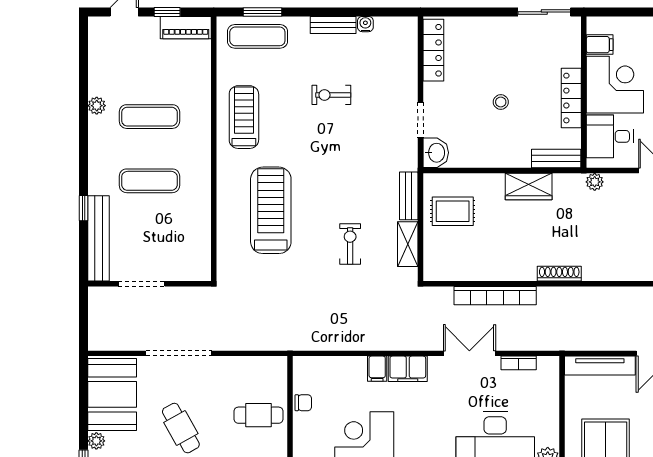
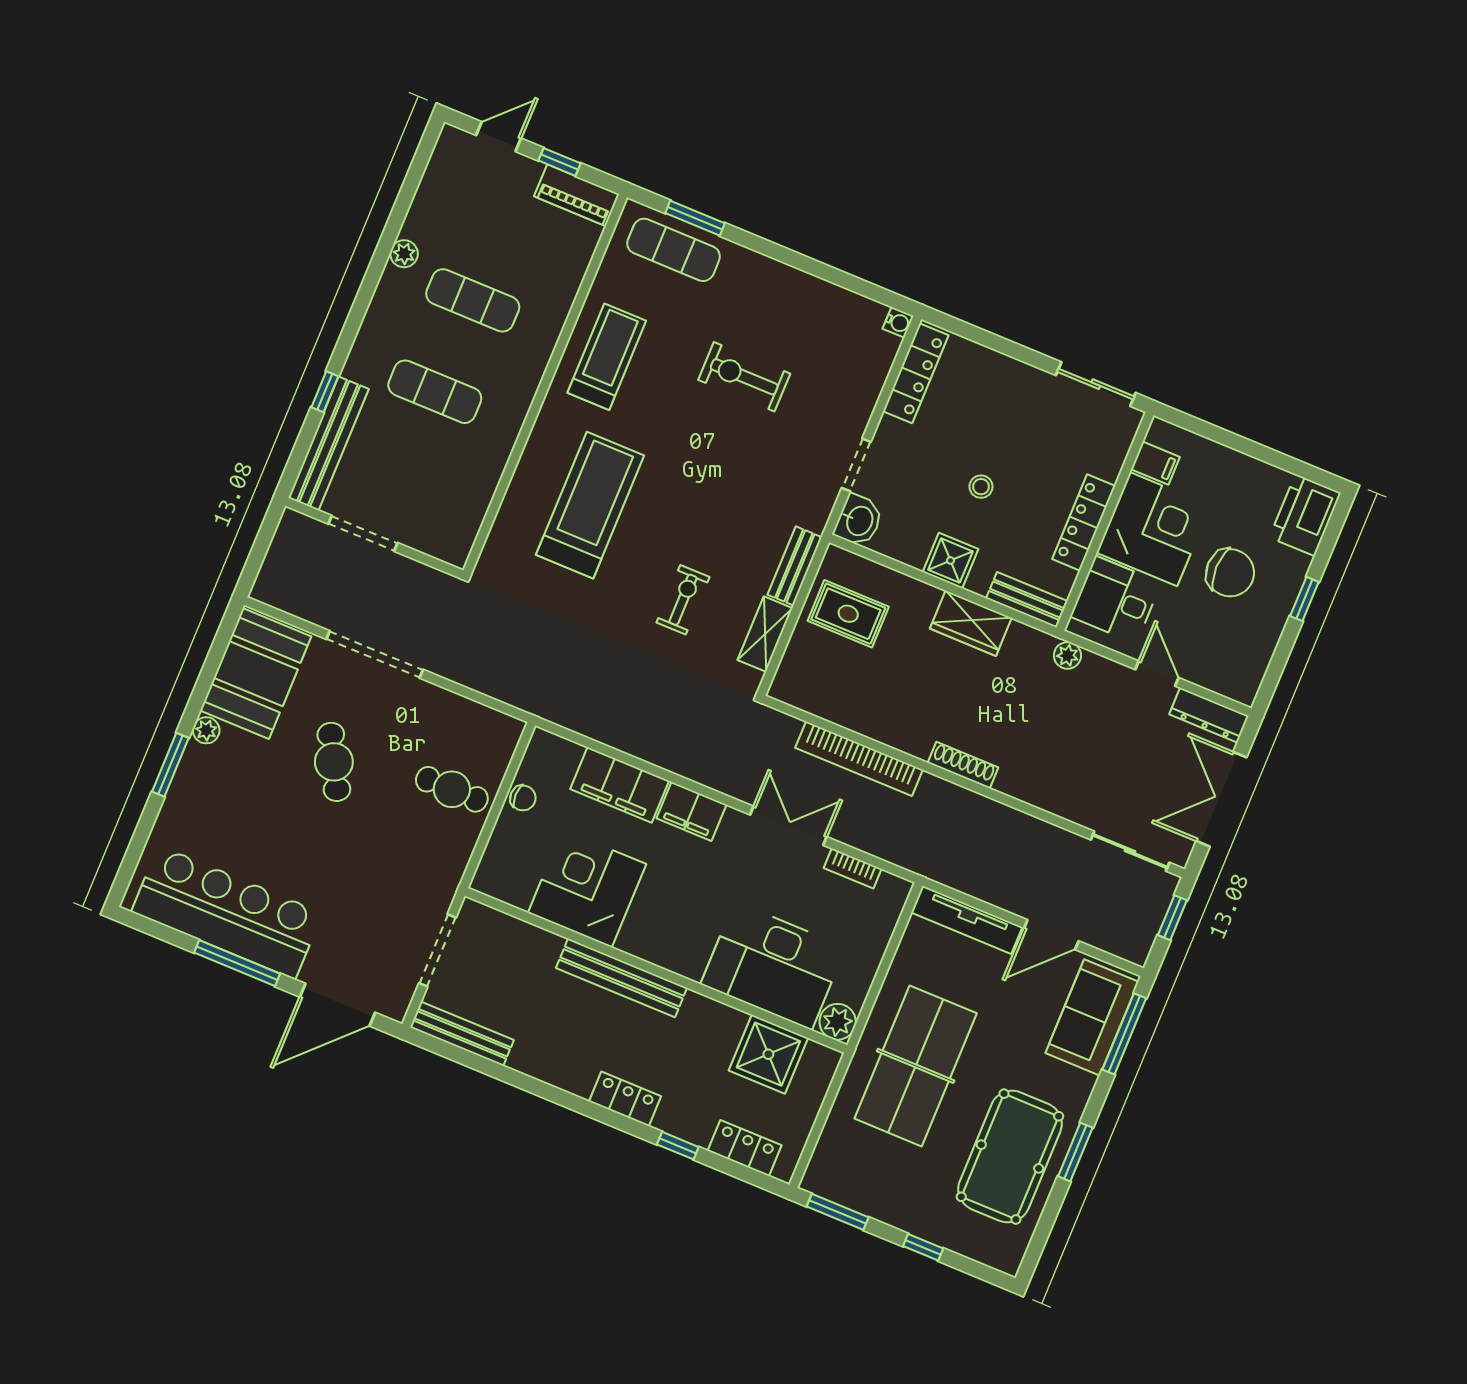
water cooler: (365, 24) -> (898, 322), moved, turned 90
bench: (333, 25) -> (788, 278), removed
exercise bike: (331, 95) -> (744, 377), width x1.38, depth x1.39
shower: (501, 154) -> (950, 561), added
filing cabinet: (377, 369) -> (620, 785), width x3.00, depth x1.17

